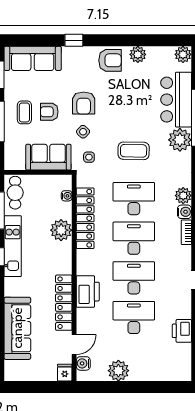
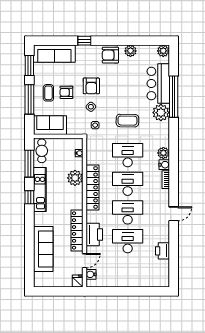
armchair: (110, 60) -> (110, 55), turned 180
sofa: (48, 157) -> (50, 125), moved
locker: (85, 218) -> (92, 188), moved
printer: (88, 292) -> (94, 234), moved
plant: (118, 371) -> (116, 280), removed

